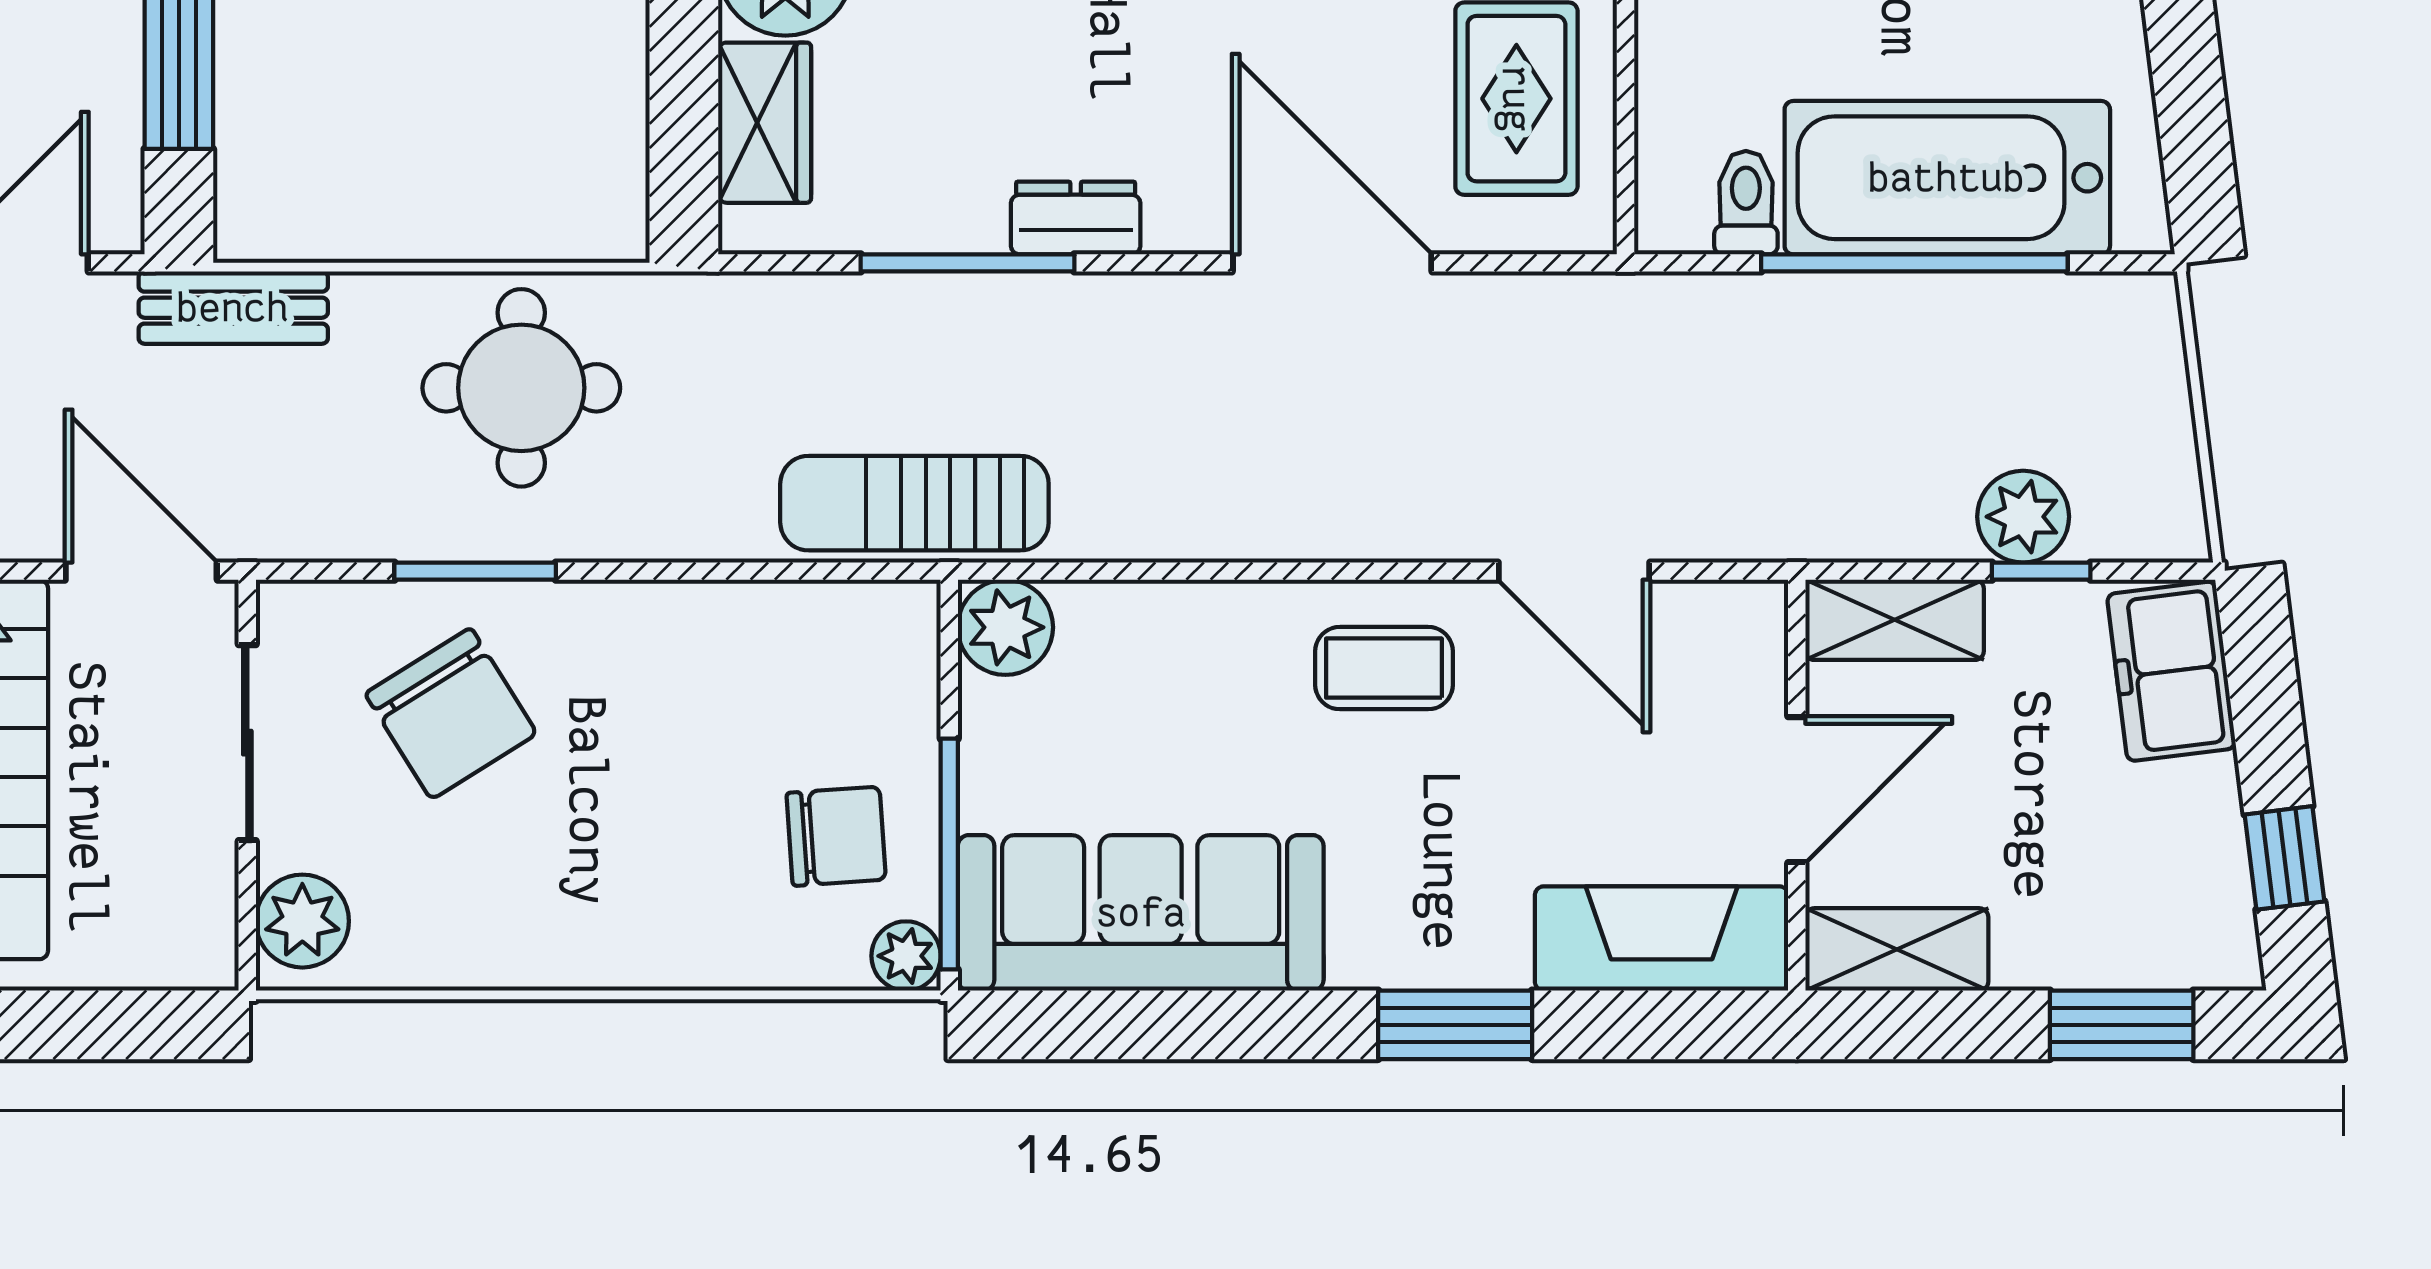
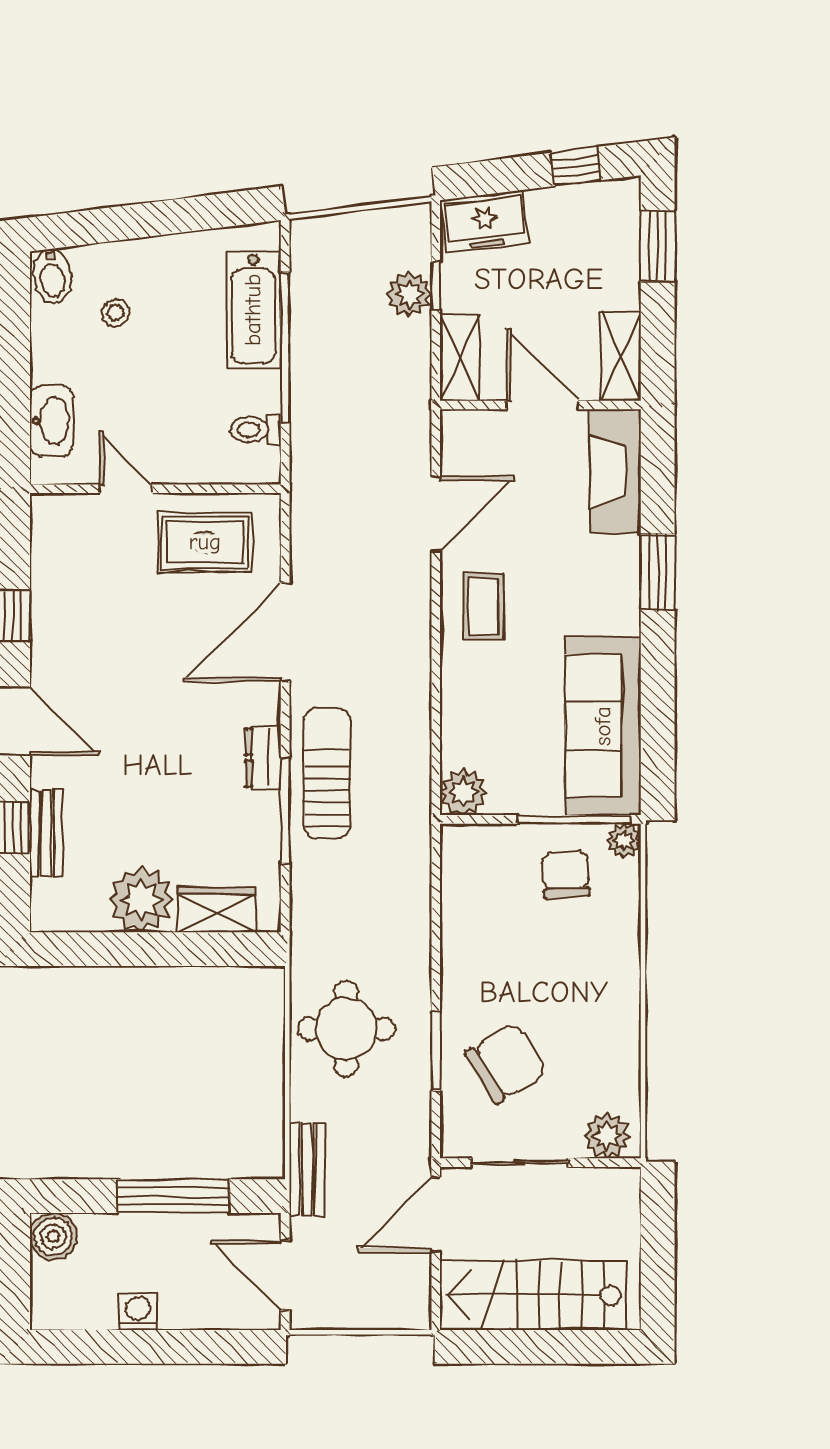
bathtub: (1947, 178) -> (253, 310), width x0.73, depth x0.73
sun lounger: (914, 503) -> (327, 773), moved, turned 180

